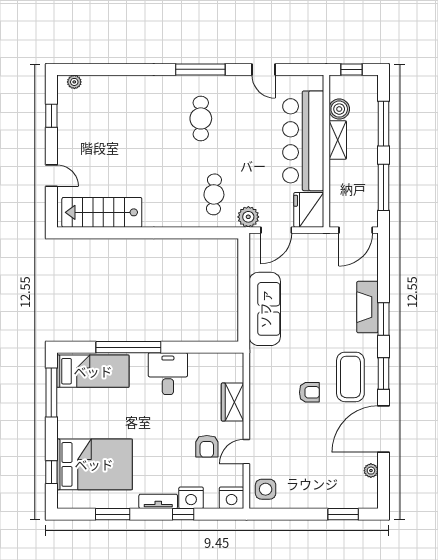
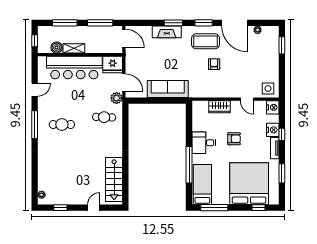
armchair: (207, 446) -> (234, 139), moved
bed: (94, 464) -> (249, 184), width x1.36

